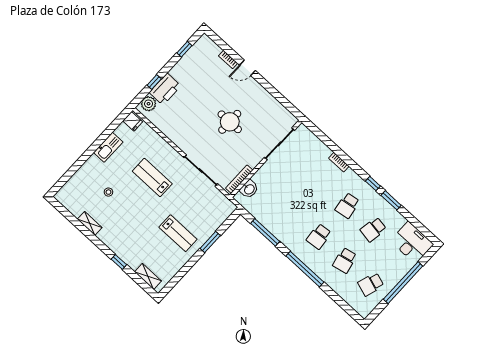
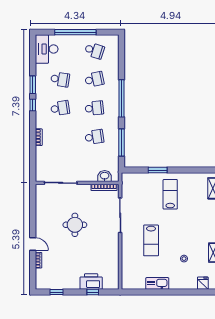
plant: (149, 104) -> (109, 283), removed
fridge: (133, 121) -> (203, 283), moved
school desk: (293, 212) -> (94, 137), added

